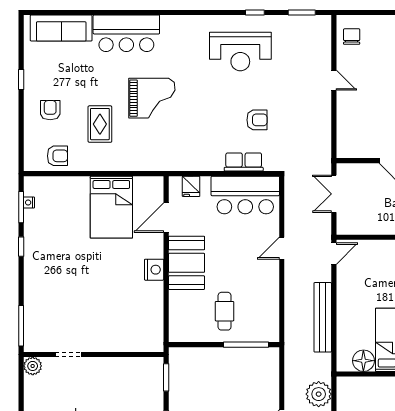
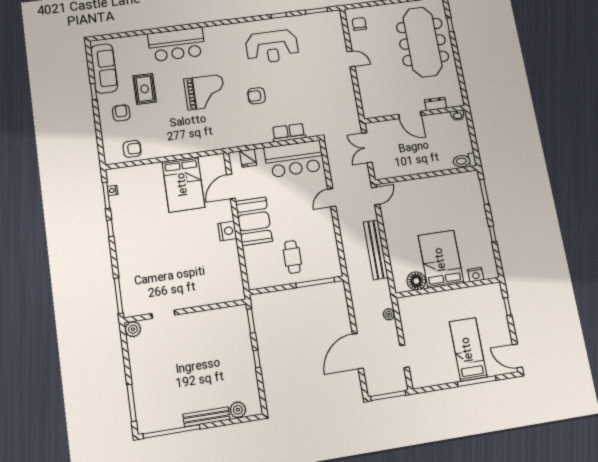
sofa: (61, 28) -> (104, 69), moved, turned -90
armchair: (257, 120) -> (256, 96), moved, turned 180
rug: (100, 124) -> (145, 89), moved
plant: (319, 394) -> (389, 314), width x0.53, depth x0.53

